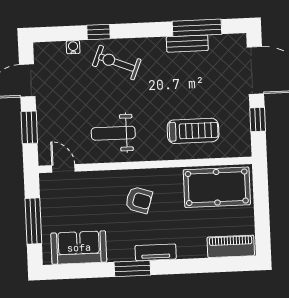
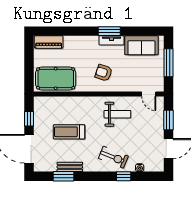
window: (197, 28) -> (64, 176), width x0.69
treadmill: (193, 131) -> (69, 132), moved
tv unit: (156, 252) -> (111, 40), moved

